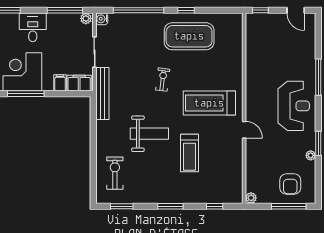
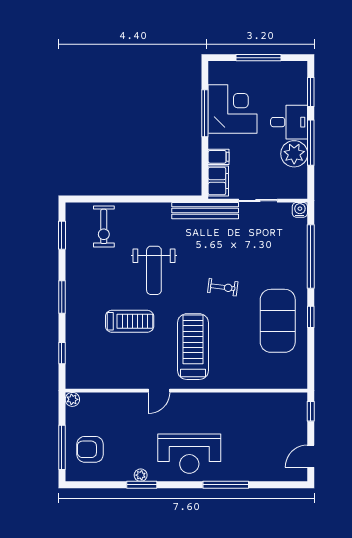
window: (65, 10) -> (311, 143), moved
plant: (86, 18) -> (294, 154), moved, width x1.87, depth x1.87
treadmill: (189, 153) -> (130, 321), turned 180
plant: (311, 155) -> (141, 475), moved
exercise bike: (115, 173) -> (104, 226), turned 90

